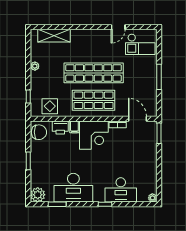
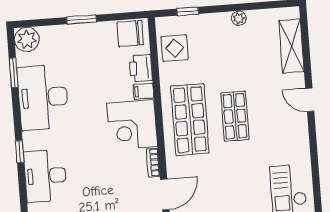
door: (118, 27) -> (310, 100), moved
shop shelf: (94, 73) -> (235, 116), width x0.50, depth x0.74
chair: (39, 132) -> (130, 33), turned 90

